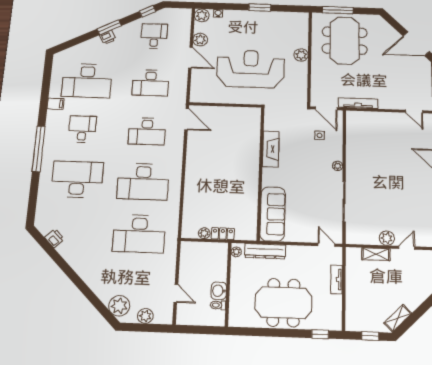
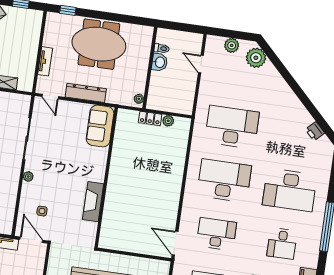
sofa: (273, 214) -> (100, 126), width x0.73
dresser: (265, 251) -> (86, 93), moved

